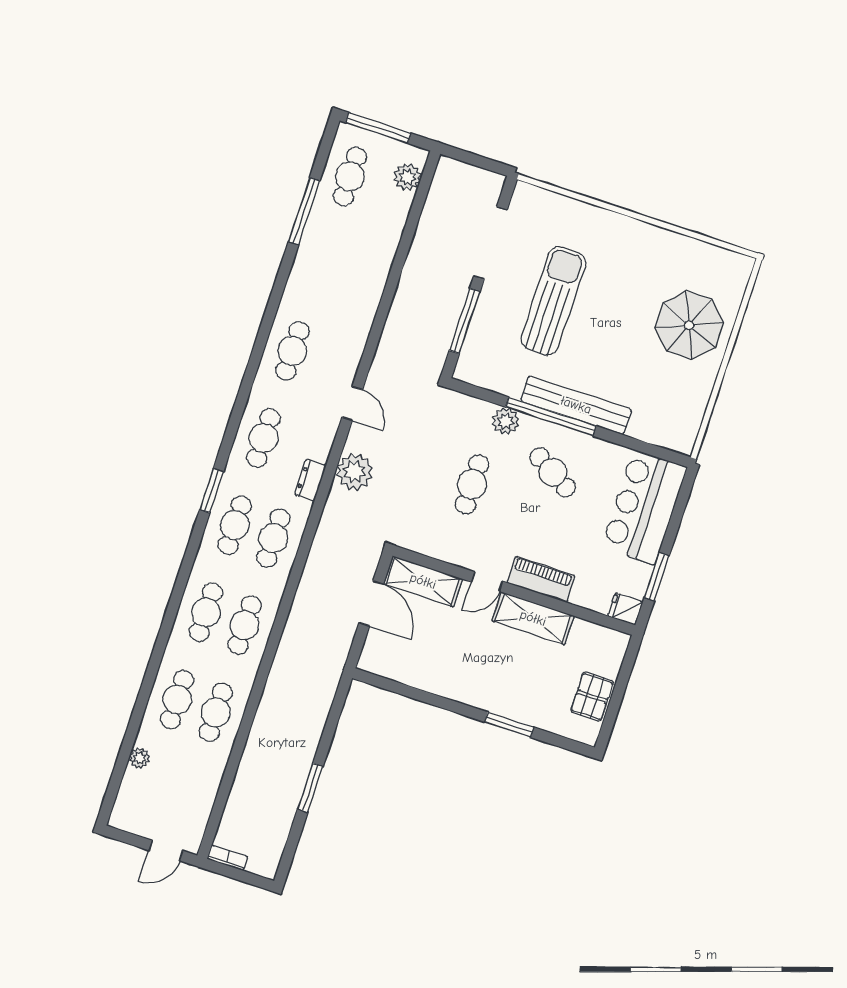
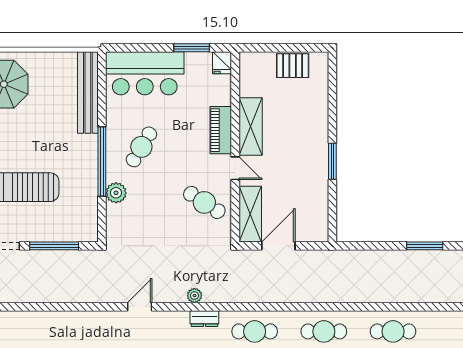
bench: (576, 405) -> (88, 93), moved
plant: (354, 472) -> (194, 296), width x0.53, depth x0.53
cafe table: (472, 484) -> (204, 202), moved, turned 33
window: (509, 725) -> (332, 161), moved

